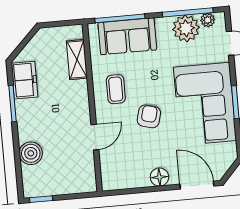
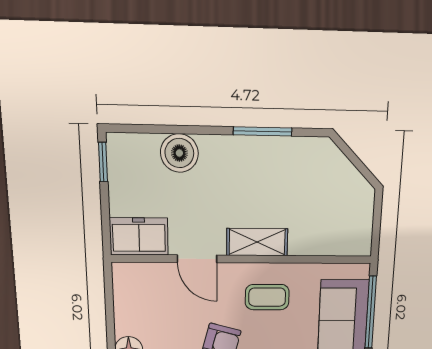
shelving: (77, 60) -> (257, 242), moved
freezer: (25, 80) -> (139, 236), moved, turned 180

